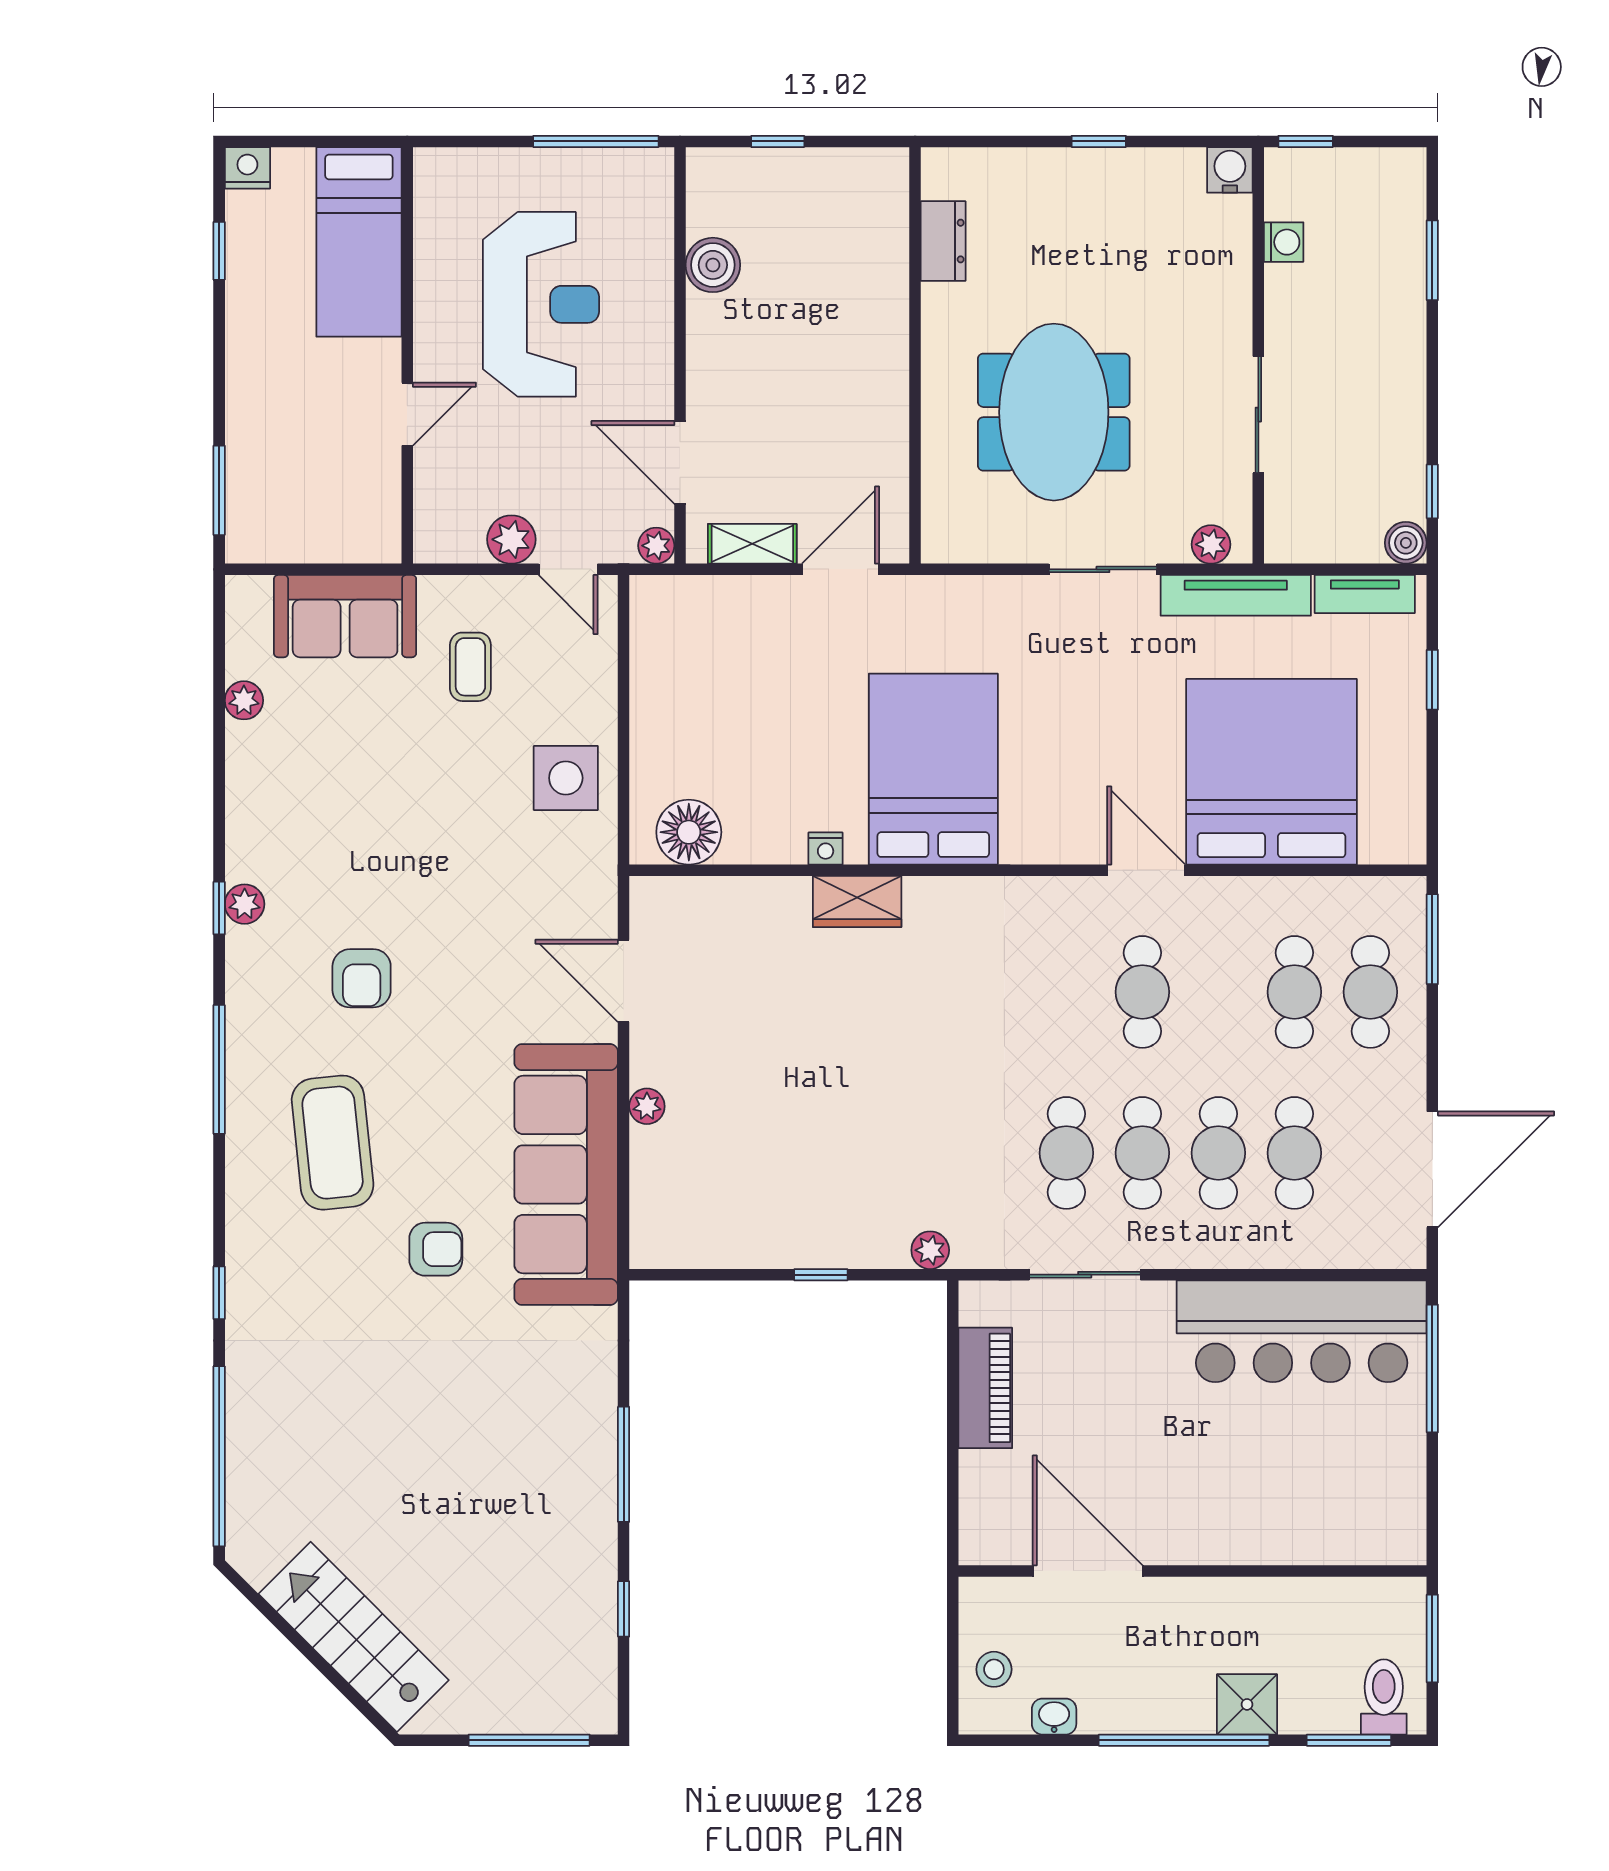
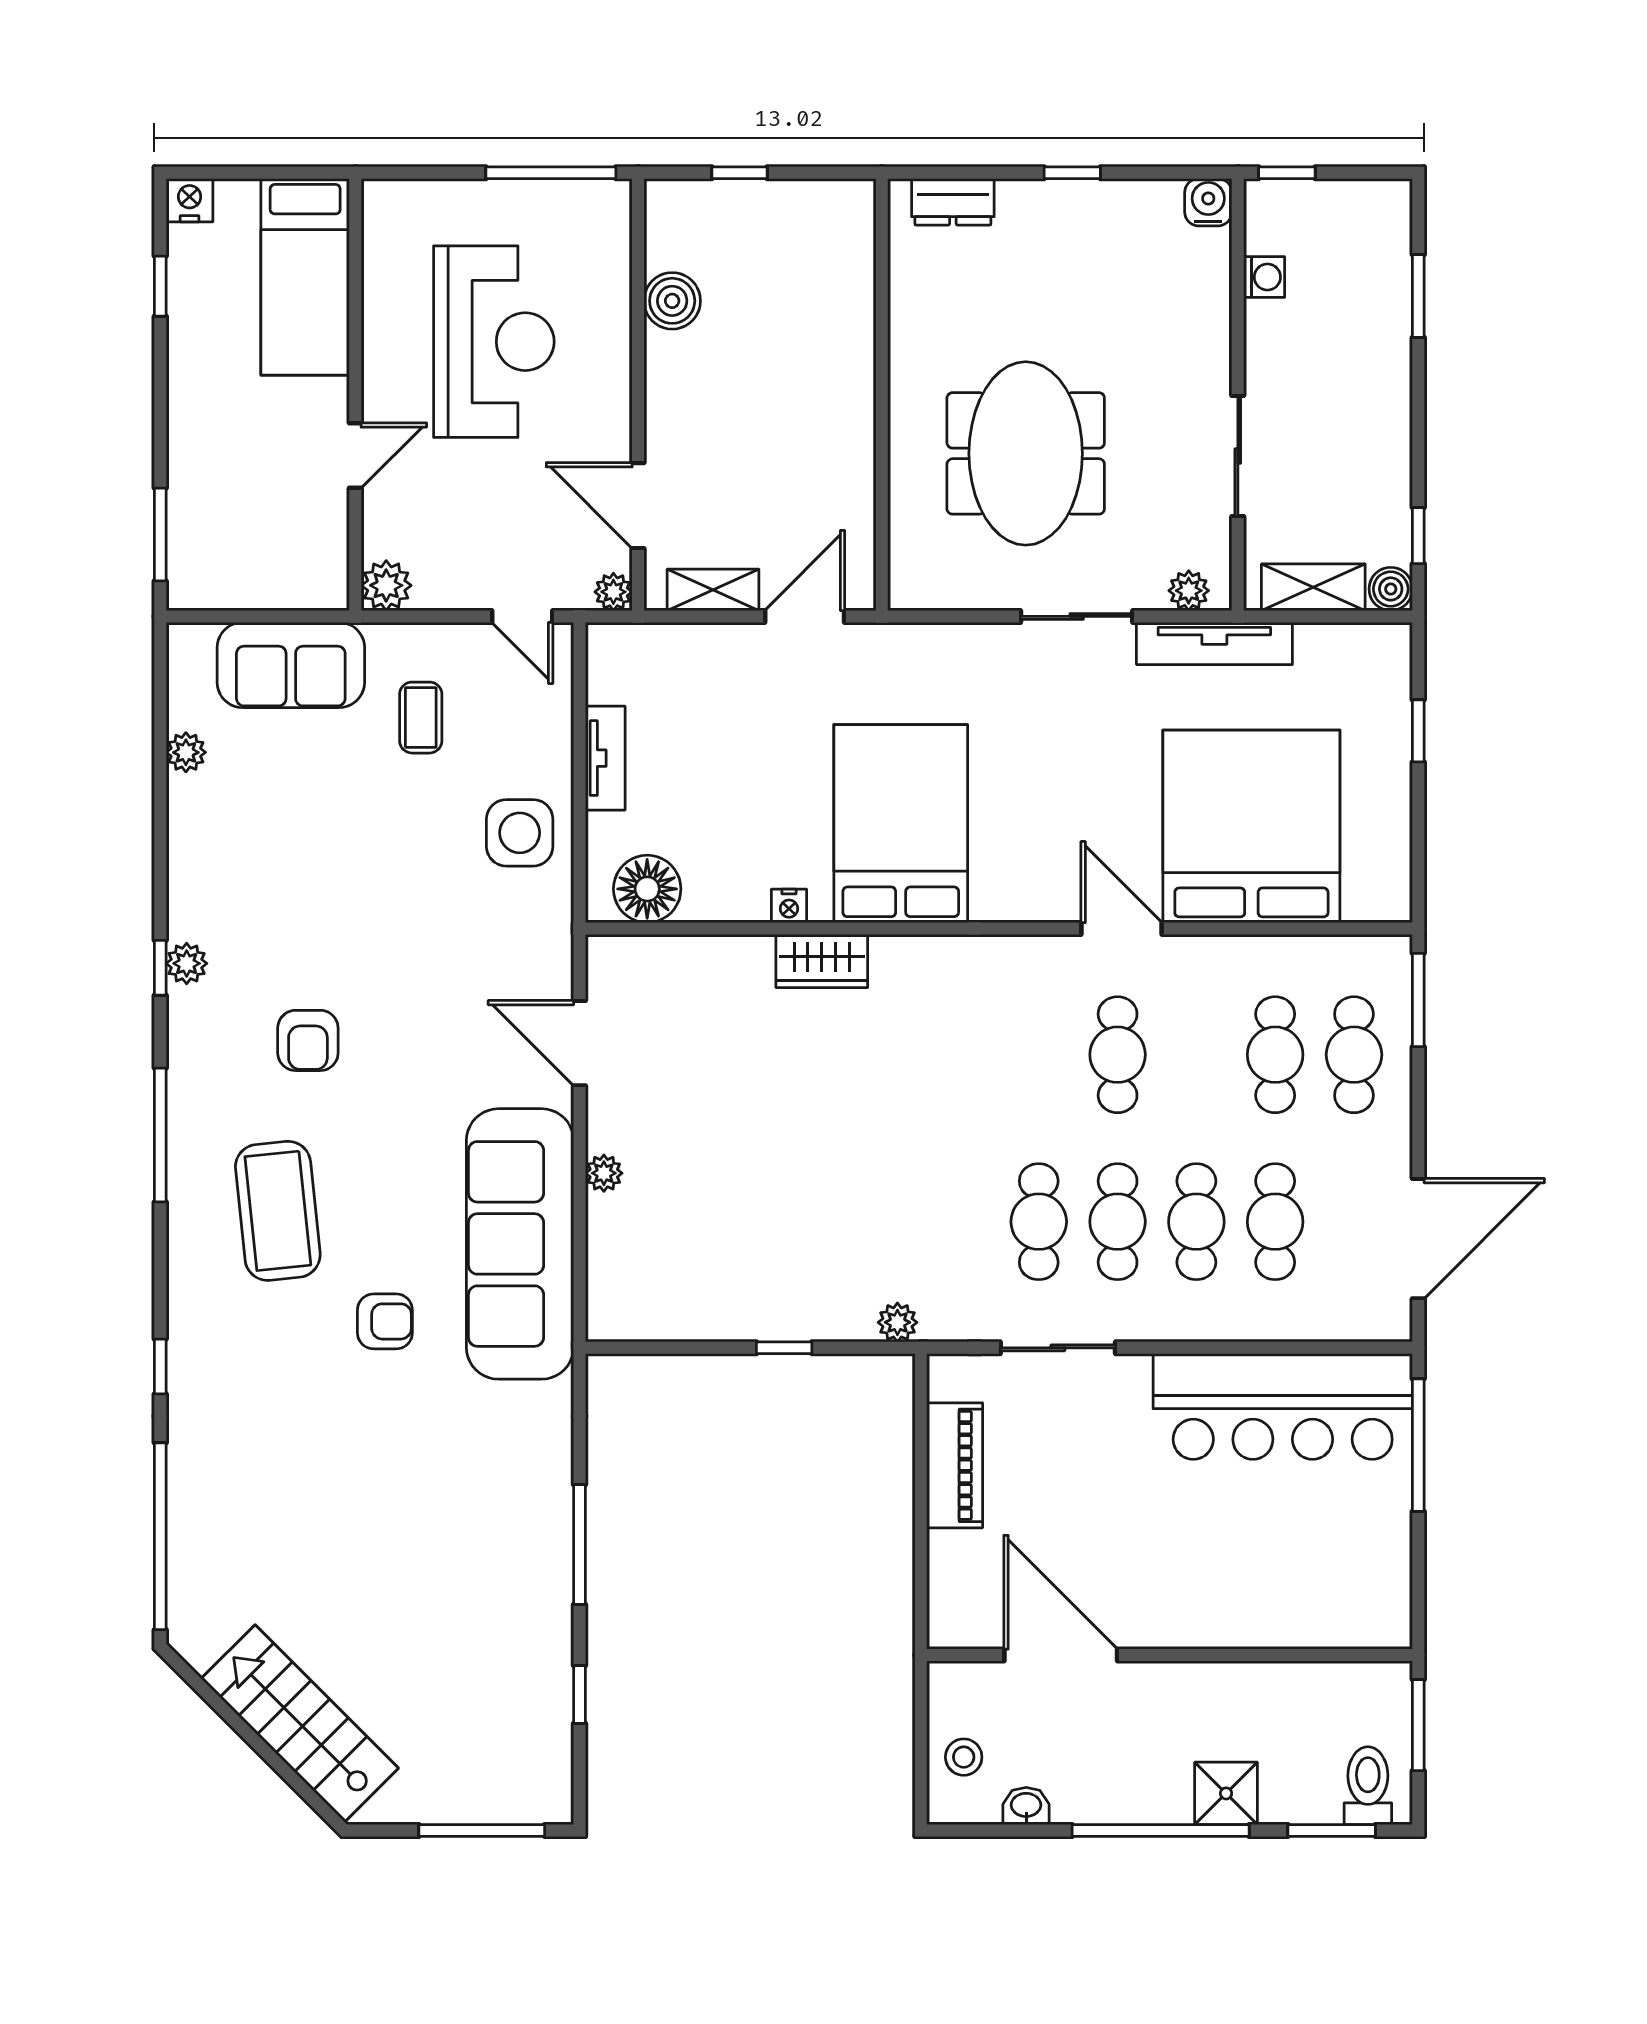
dresser: (943, 241) -> (953, 202), moved, turned 90
plant: (511, 539) -> (386, 585), moved
shelving: (1331, 541) -> (1313, 587), added
tv unit: (1365, 594) -> (605, 758), moved, turned -90

